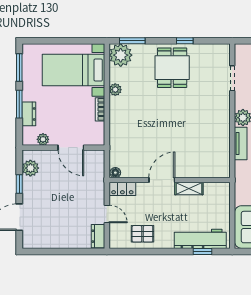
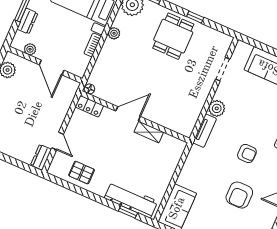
floor lamp: (115, 173) -> (90, 89), moved
door: (162, 180) -> (128, 114), moved
wall: (170, 180) -> (135, 117), moved
locker: (122, 189) -> (89, 106), moved
shelving: (189, 189) -> (149, 132), moved

